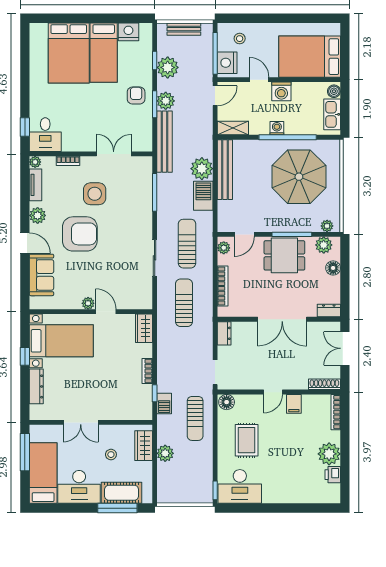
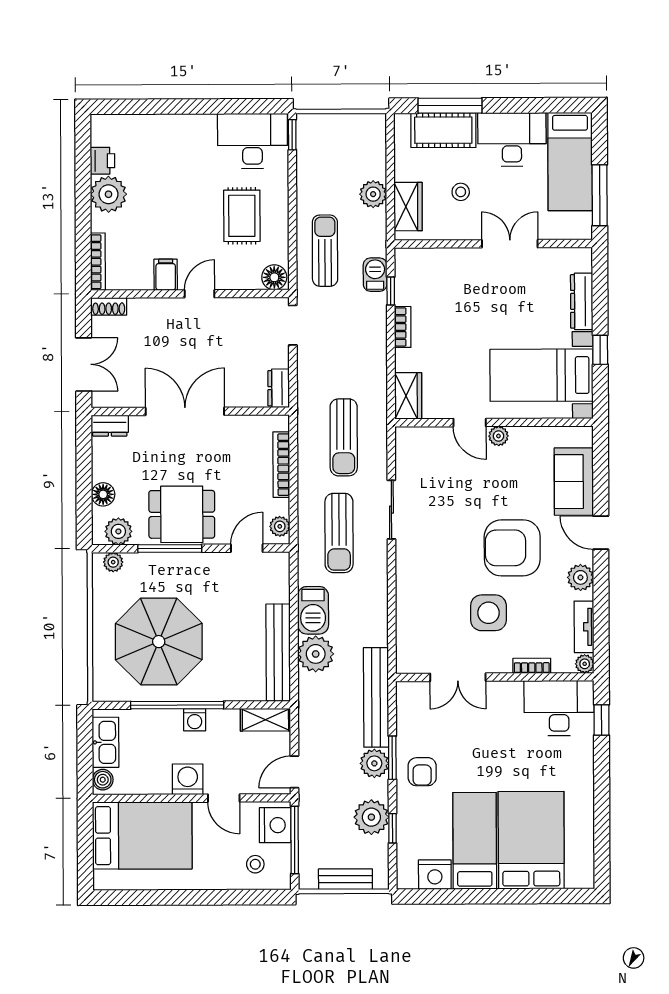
desk: (45, 135) -> (559, 708), width x1.37
window: (155, 192) -> (392, 615), removed
shoe rack: (324, 384) -> (109, 306), width x0.70

